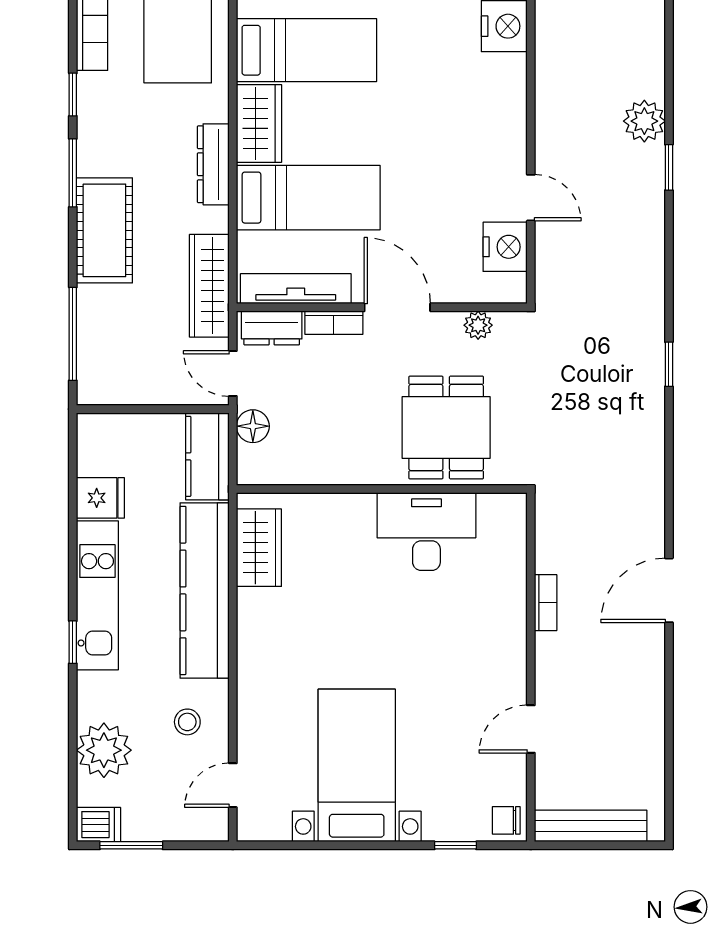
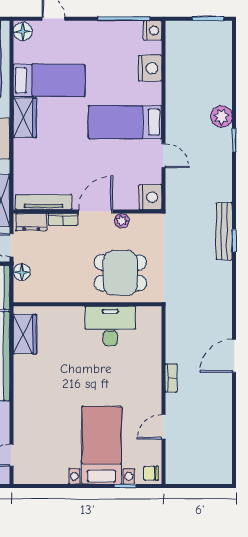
bed: (308, 198) -> (125, 122), moved, turned 180
nightstand: (505, 247) -> (150, 197), moved
door: (397, 307) -> (95, 212), hinge flipped
plant: (478, 325) -> (122, 221), moved
dining table: (446, 427) -> (120, 273), turned 90
bookcase: (546, 603) -> (171, 378), moved
bed with nightstands: (357, 765) -> (102, 445), moved
bench: (591, 826) -> (224, 231), moved, turned 90

